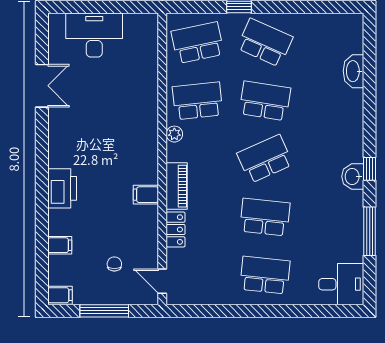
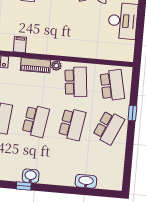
school desk: (265, 159) -> (36, 121), turned 33
washbasin: (353, 176) -> (31, 176), moved
piano: (177, 186) -> (36, 65), moved

